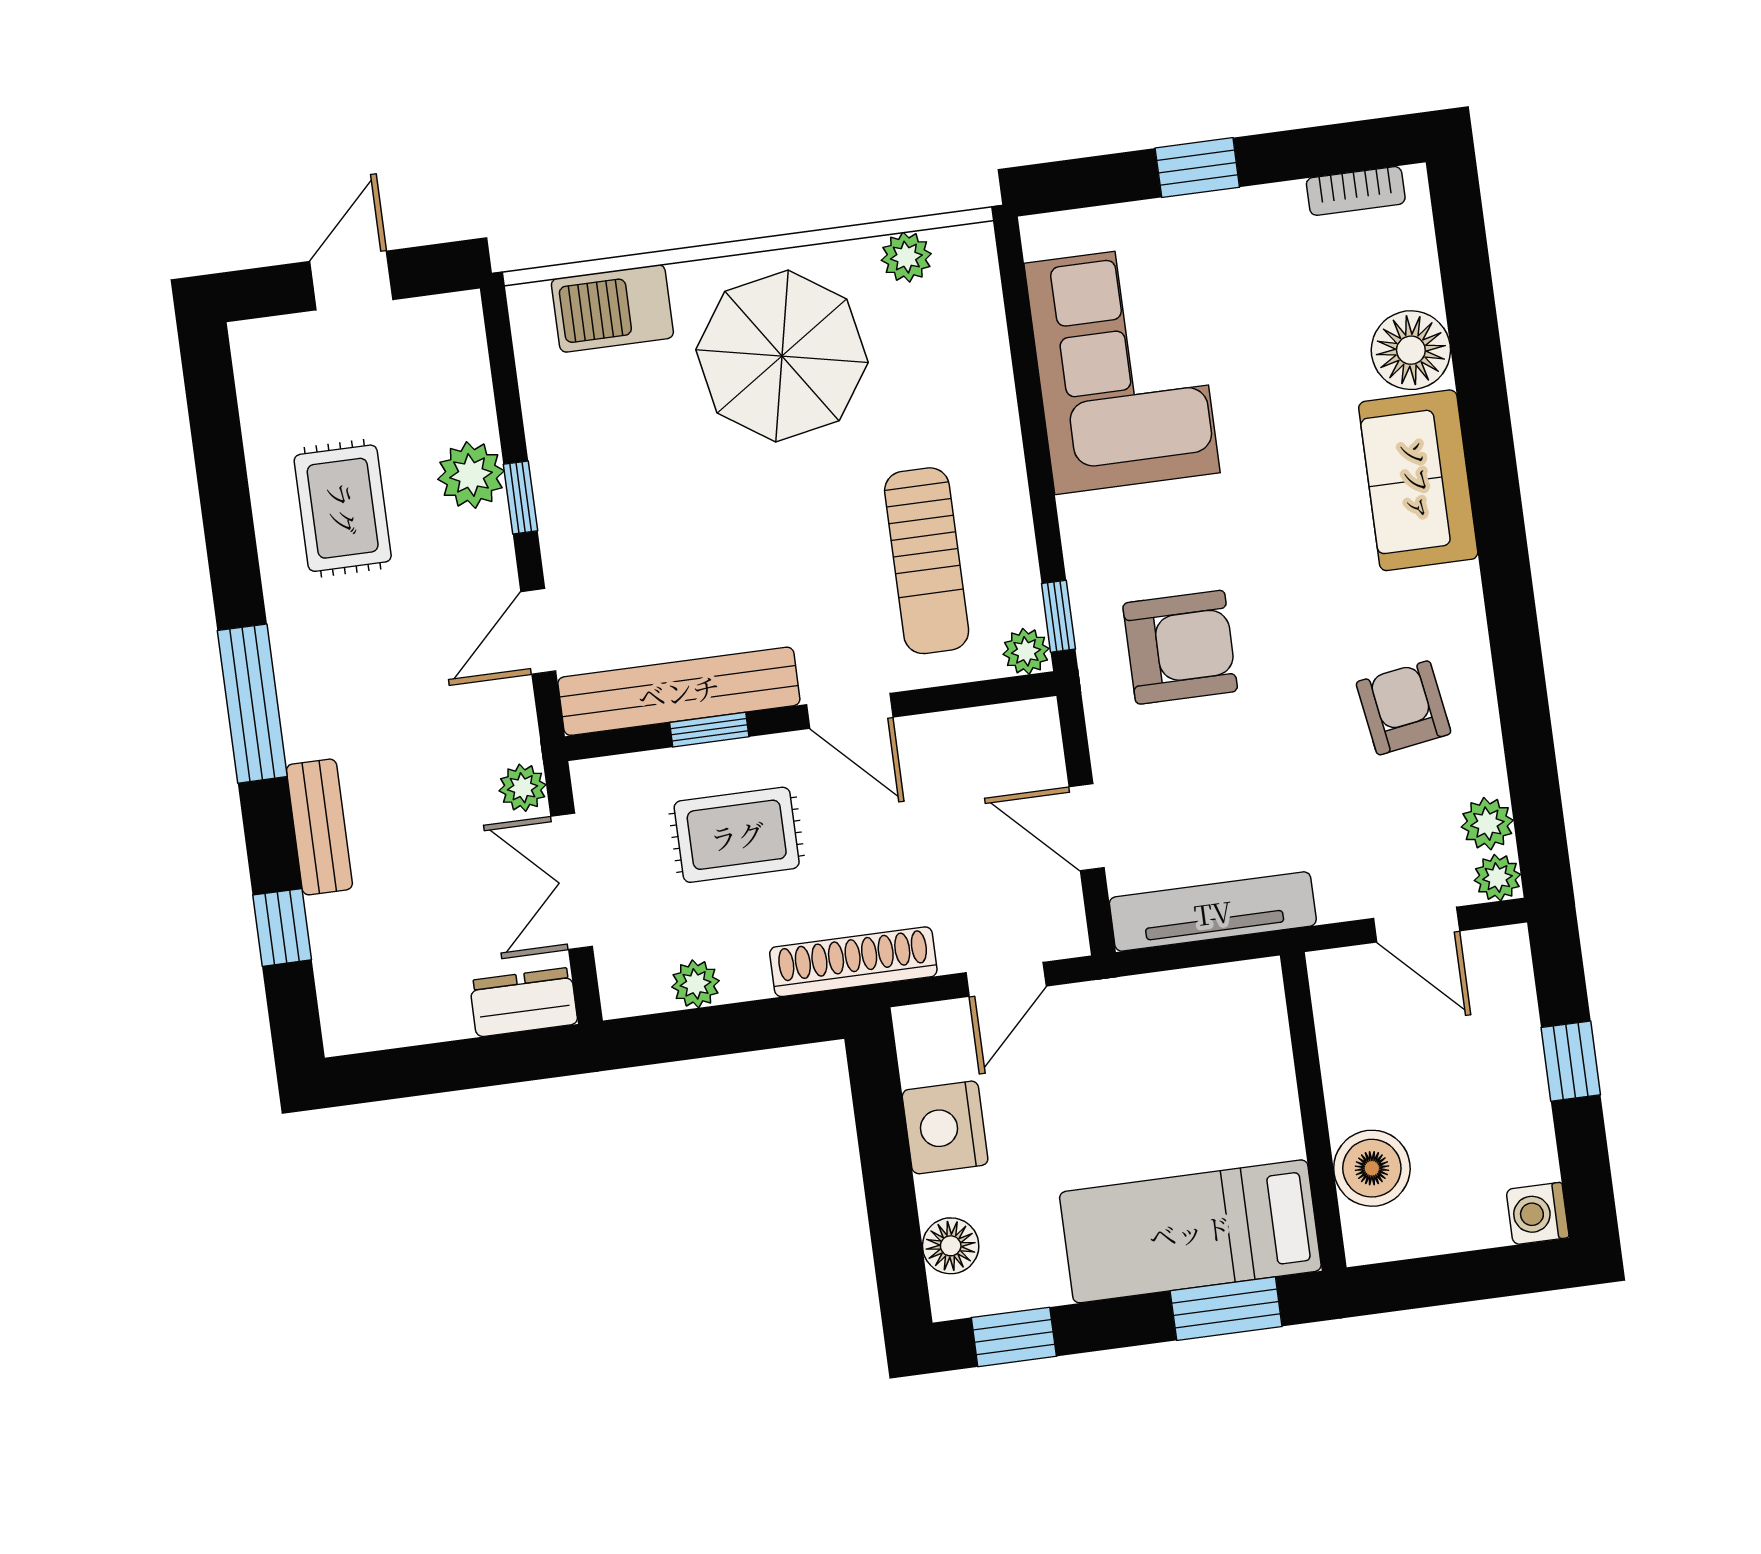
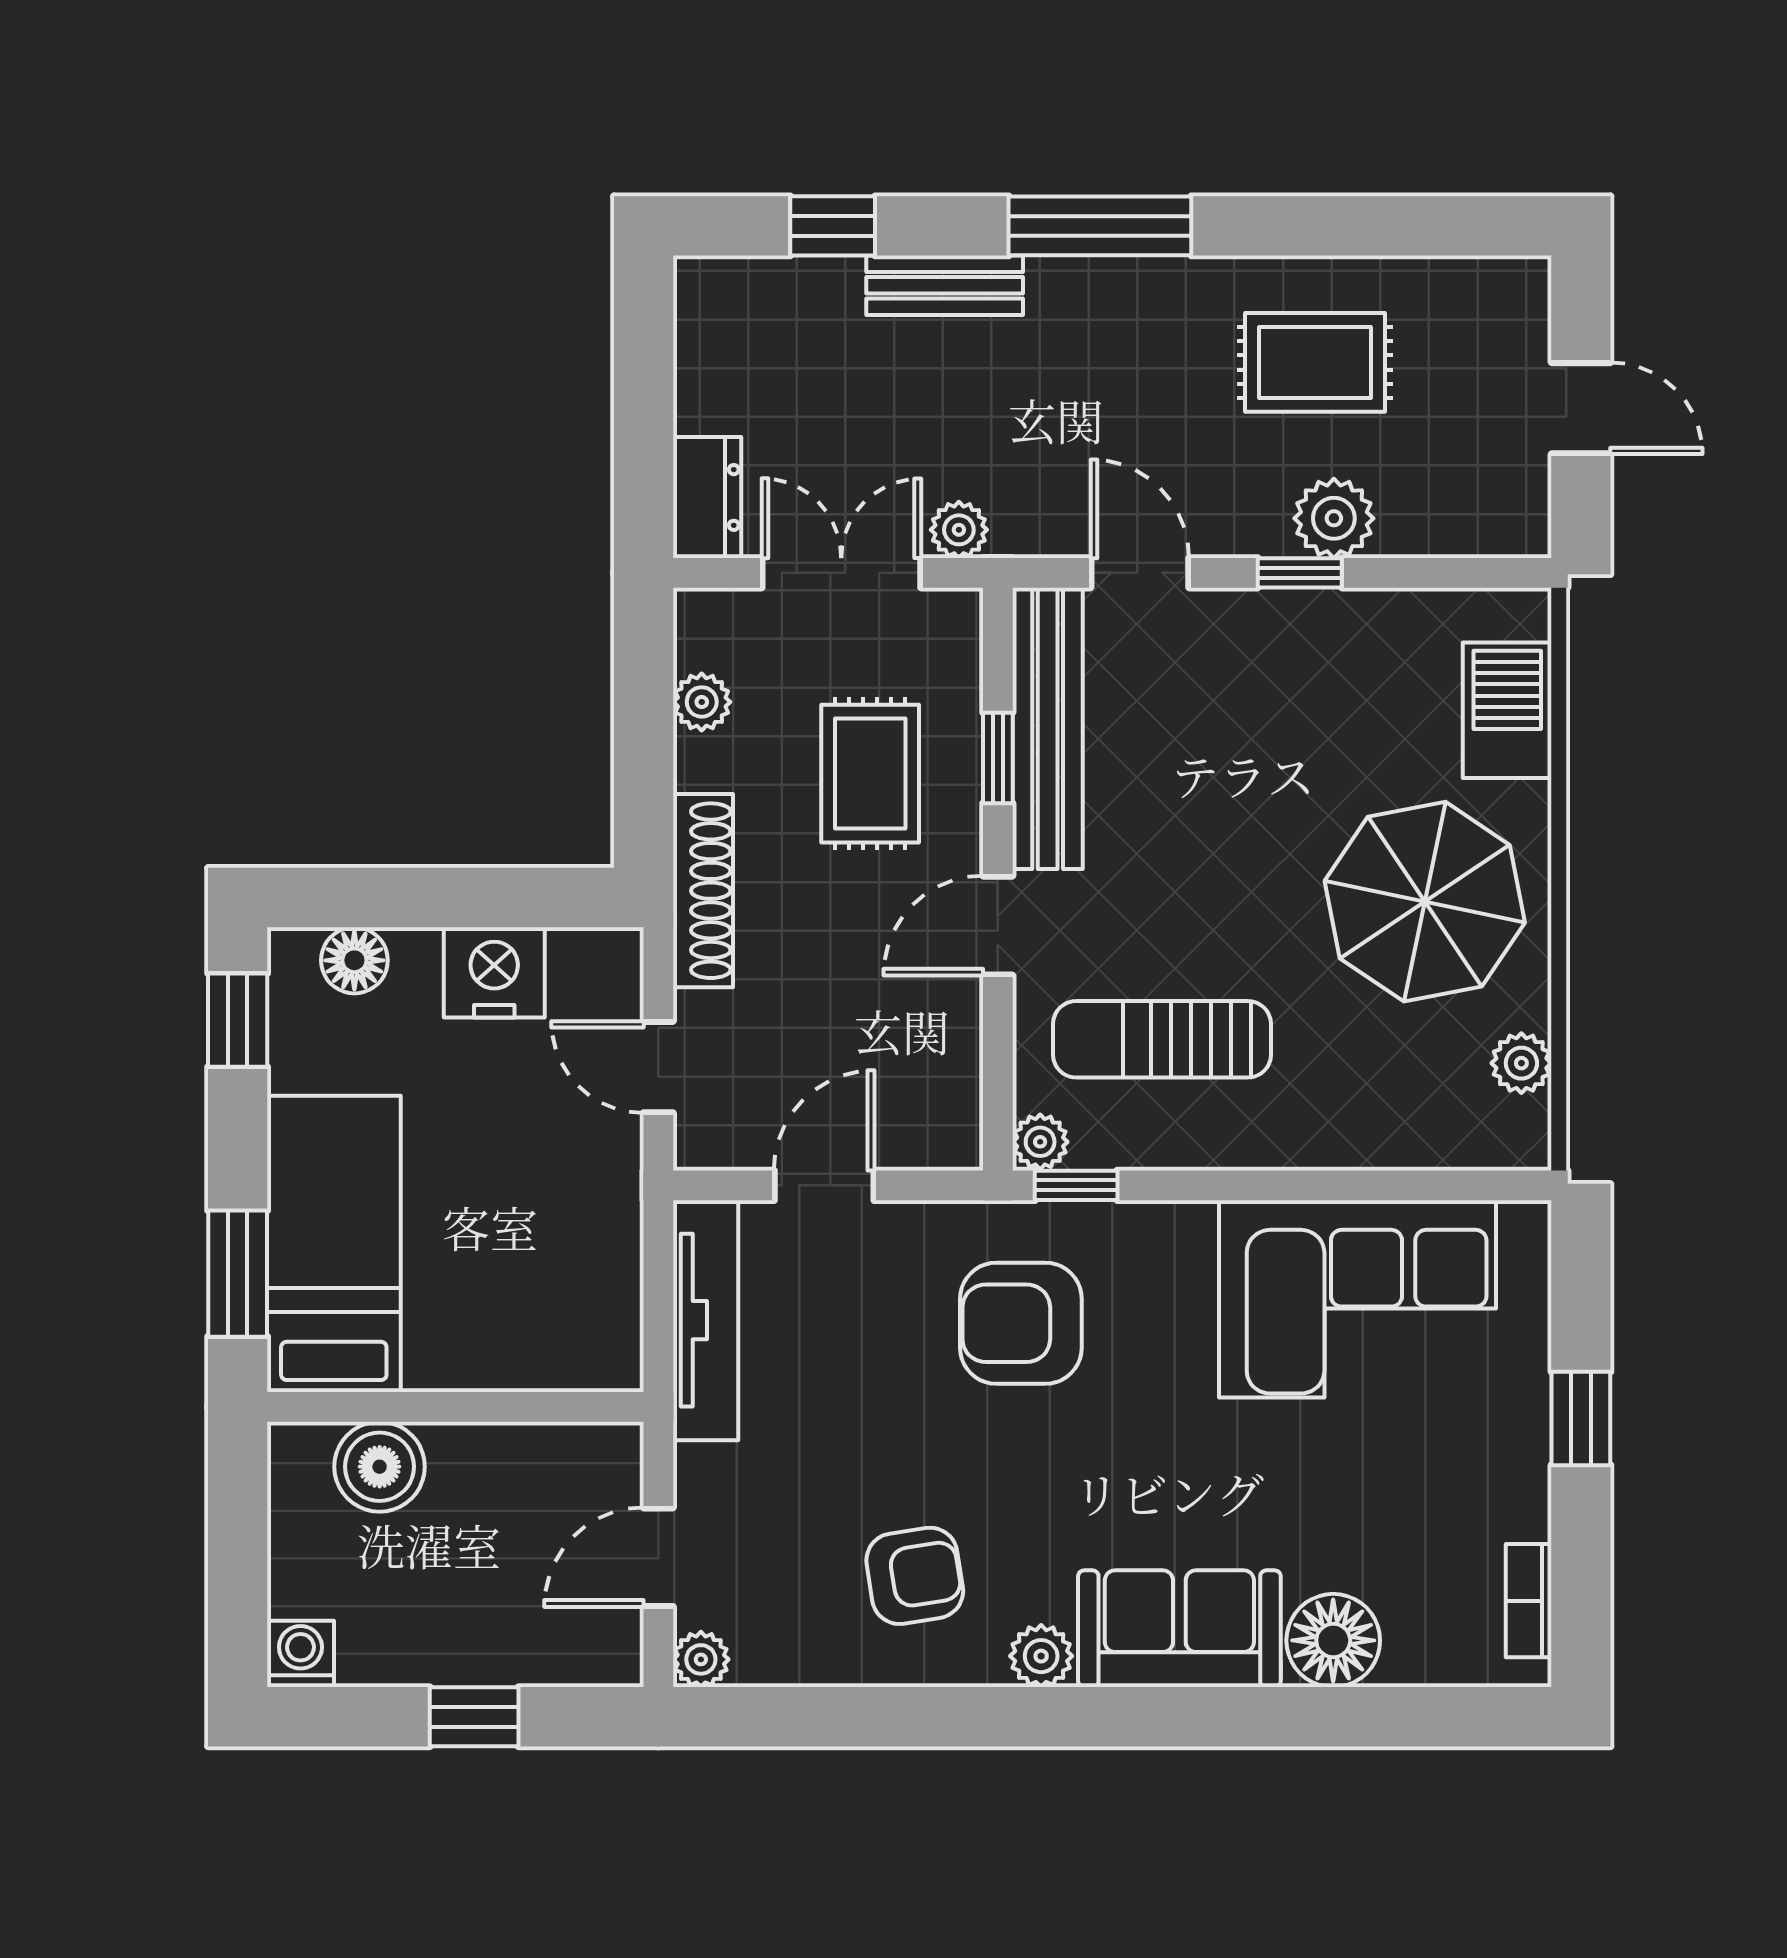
armchair: (1180, 647) -> (1021, 1323), turned 90
plant: (1487, 824) -> (1041, 1656), moved

